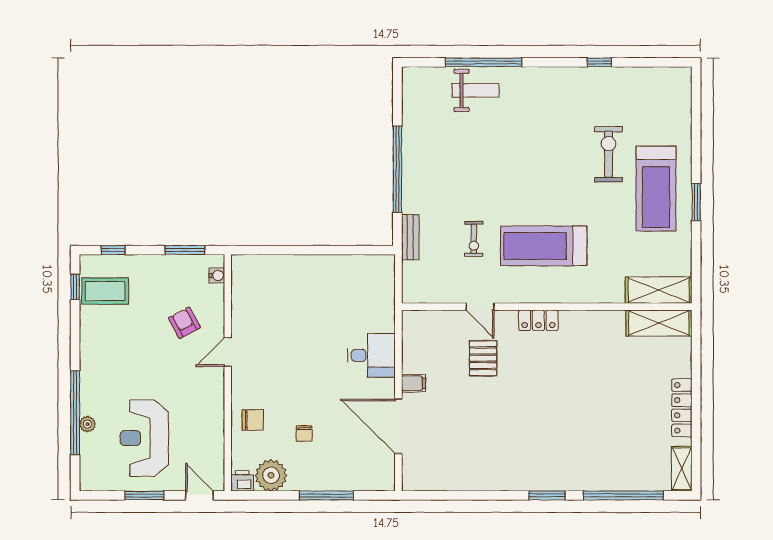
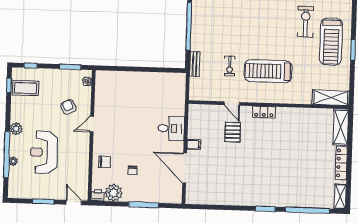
shelving: (659, 323) -> (341, 127), moved, turned 90
plant: (91, 365) -> (16, 129), added
reception desk: (144, 438) -> (44, 152), moved

